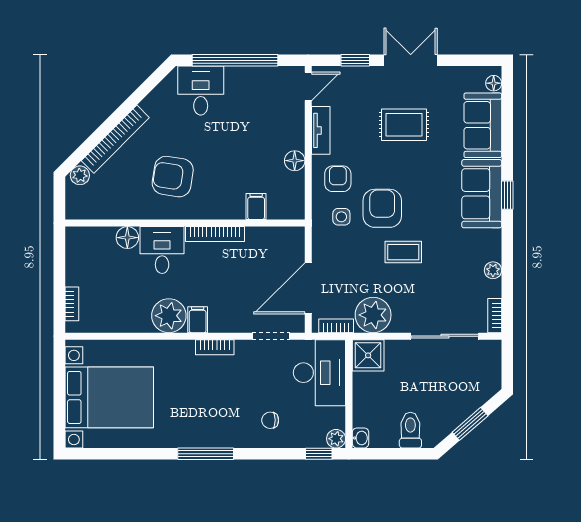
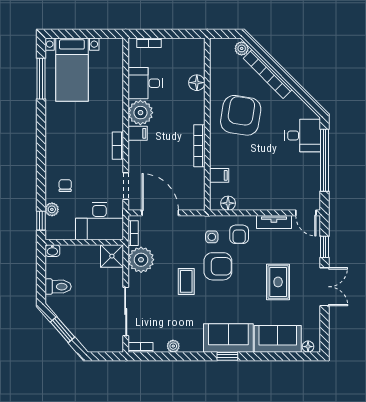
floor lamp: (295, 161) -> (228, 203), moved
armchair: (173, 177) -> (241, 115), width x1.36, depth x1.36
armchair: (338, 179) -> (239, 234), turned 90
desk: (162, 250) -> (145, 83), moved, turned 180
bed with nightstands: (109, 397) -> (72, 70), width x0.73
plant: (336, 439) -> (52, 209), moved
window: (206, 454) -> (41, 79), moved

